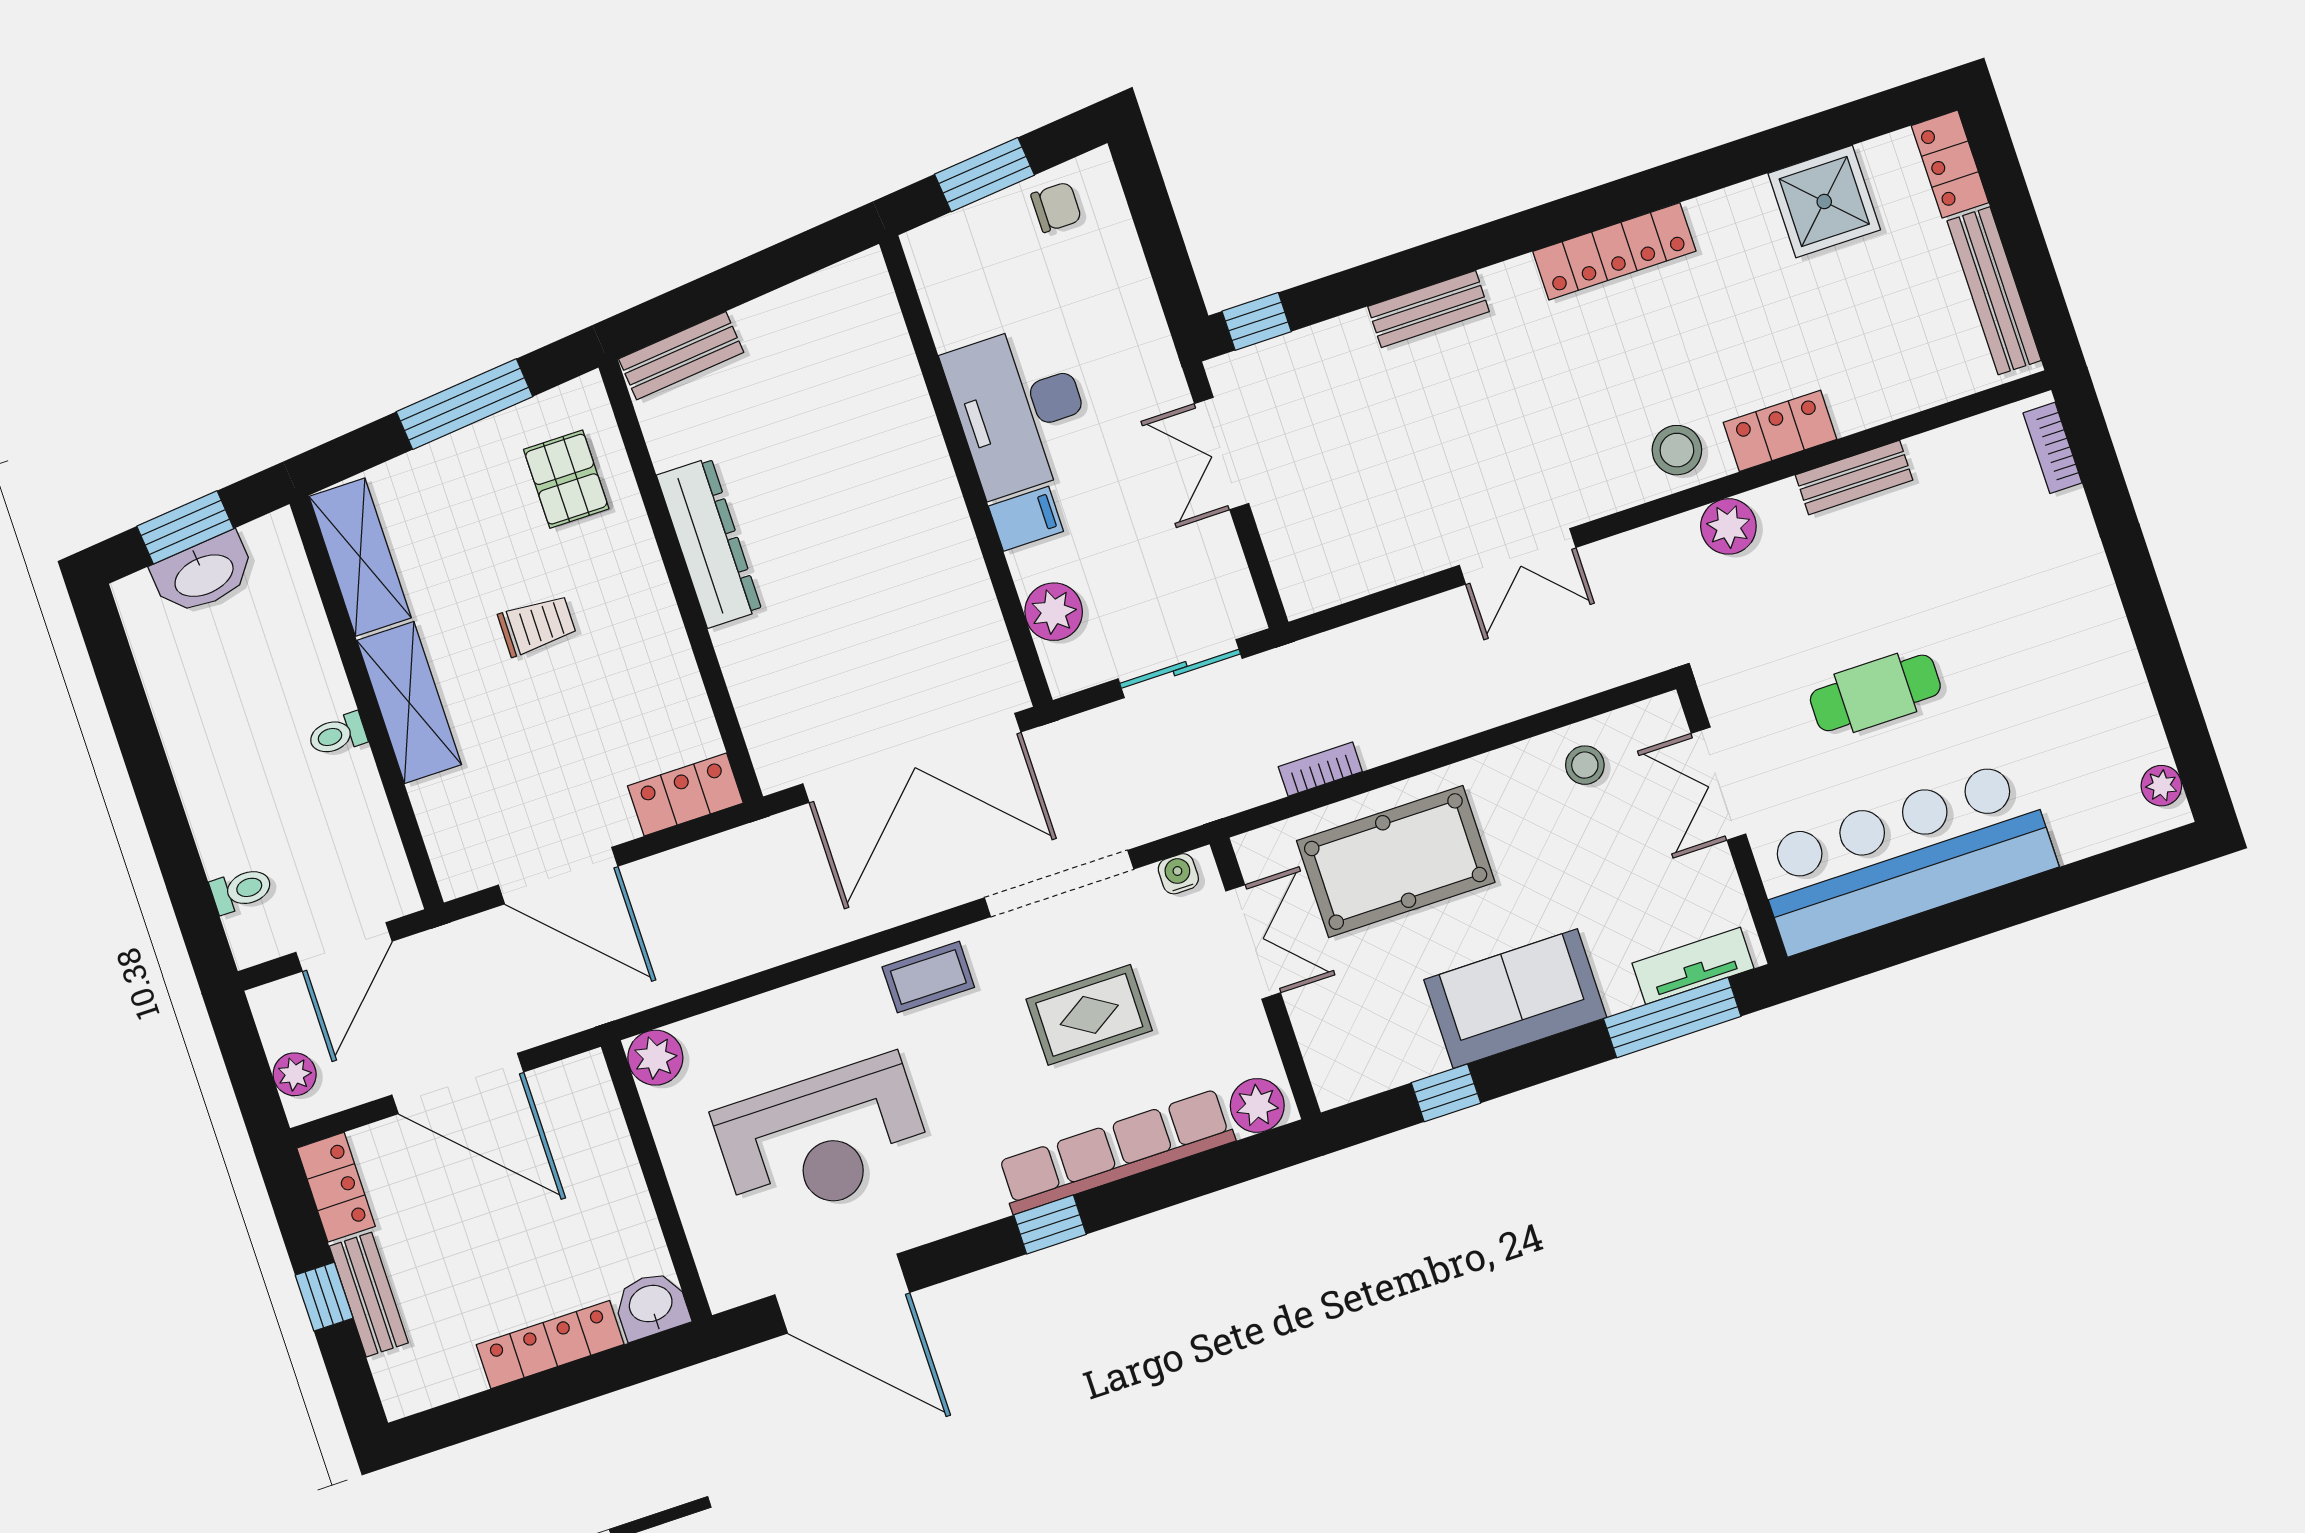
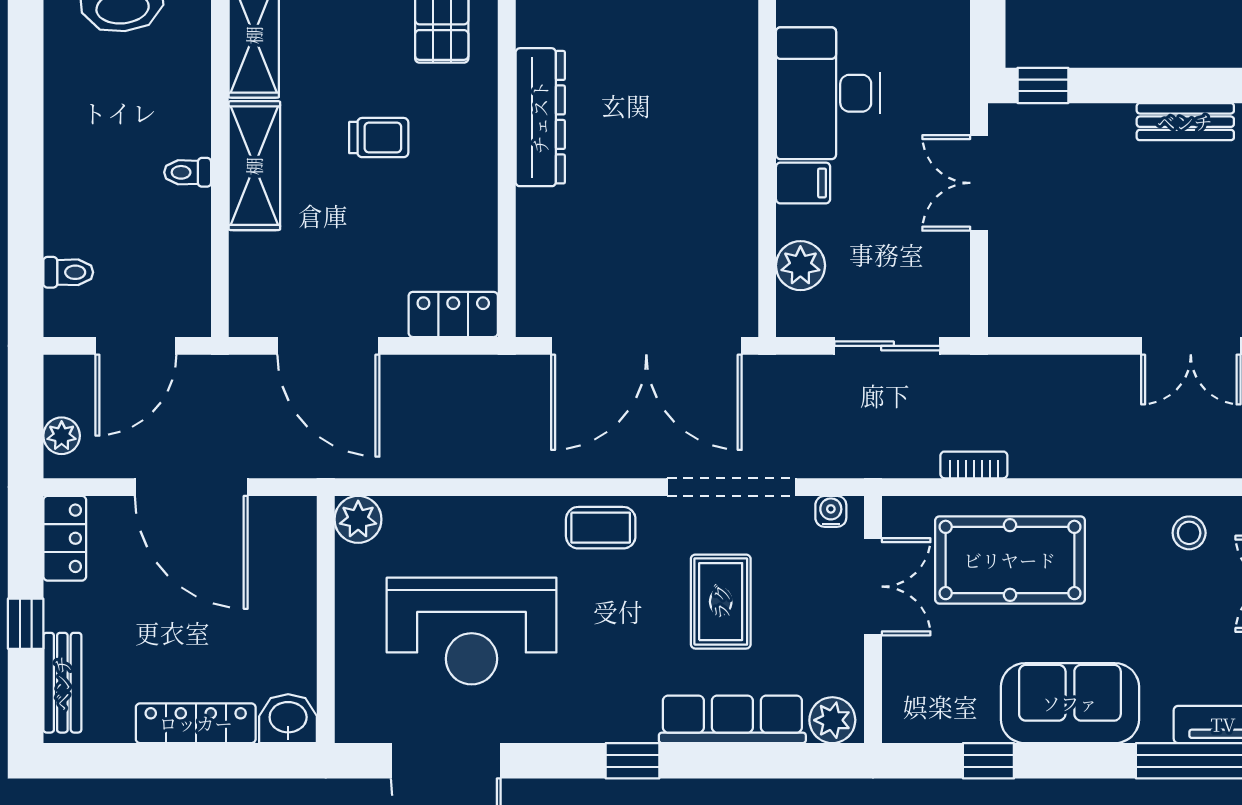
rug: (1089, 1015) -> (721, 602), turned 90
row of seats: (1116, 1151) -> (732, 719), width x0.73
bench: (369, 1295) -> (62, 683), moved

